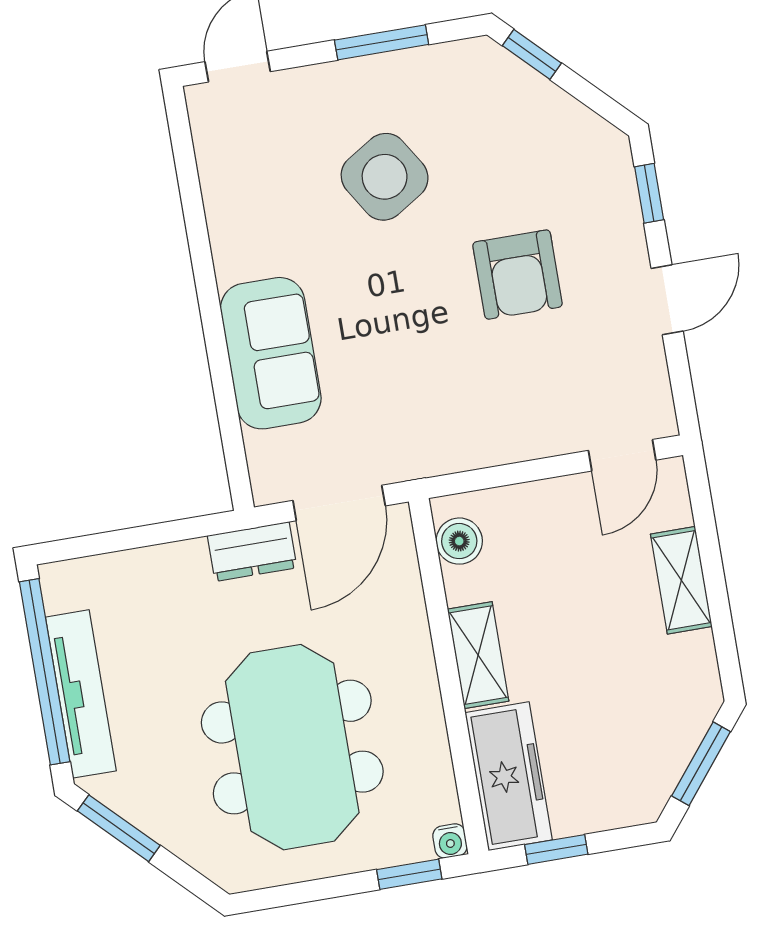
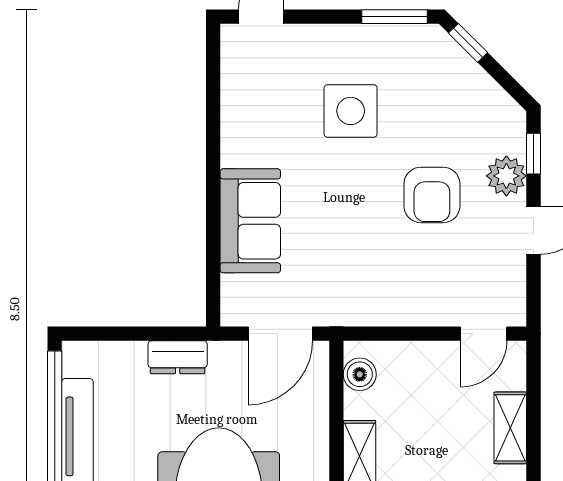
window: (382, 42) -> (395, 17), moved
side table: (385, 177) -> (351, 111), turned 32
plant: (617, 231) -> (506, 176), added
dresser: (252, 552) -> (178, 357), moved

